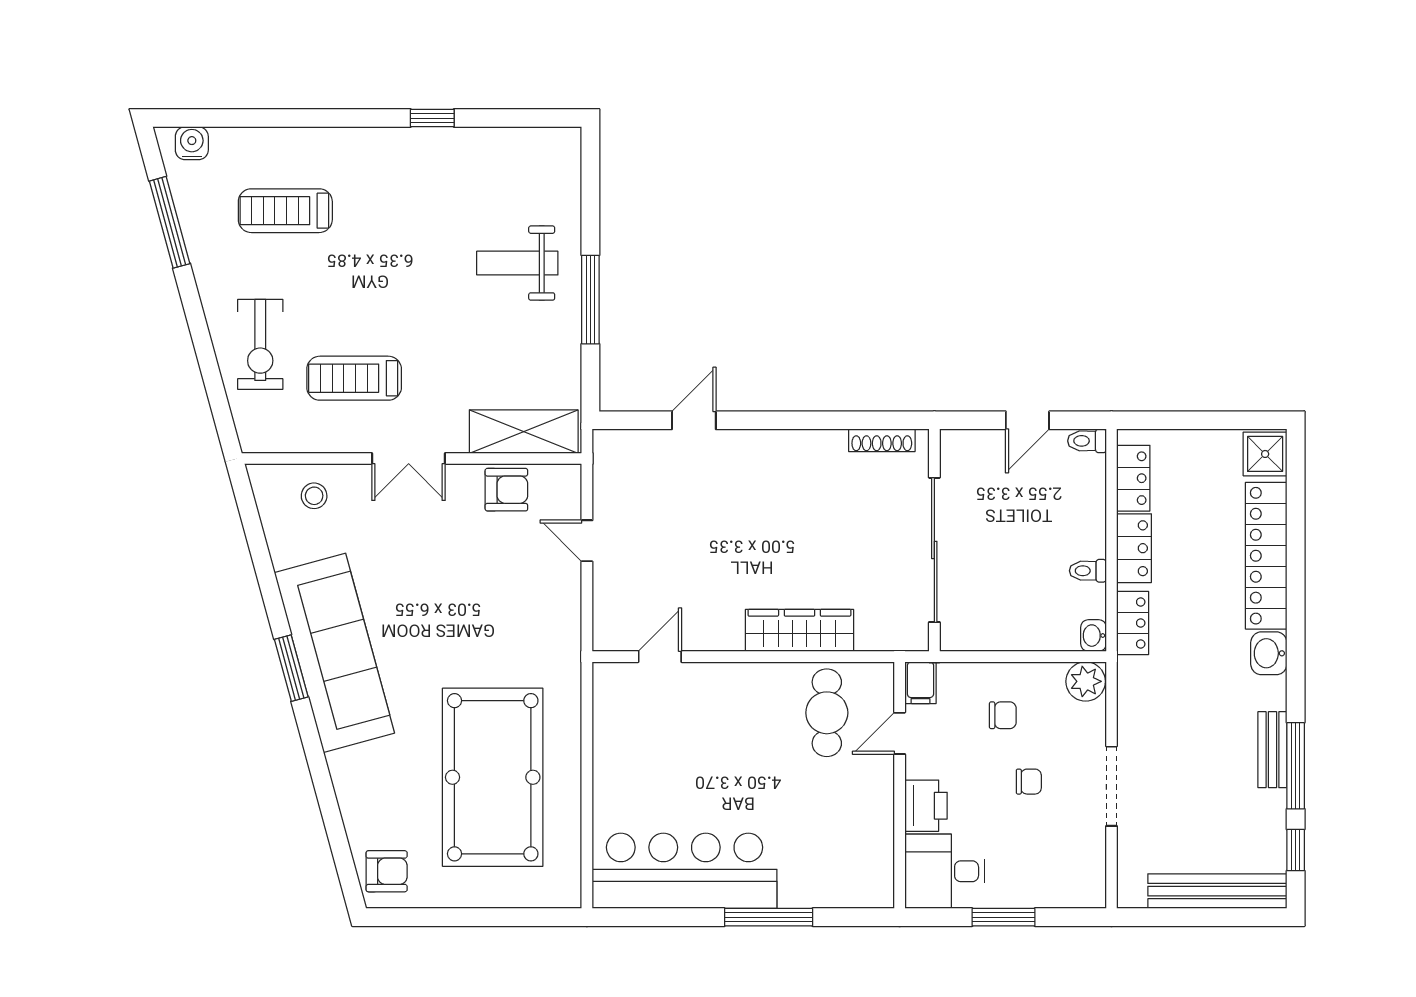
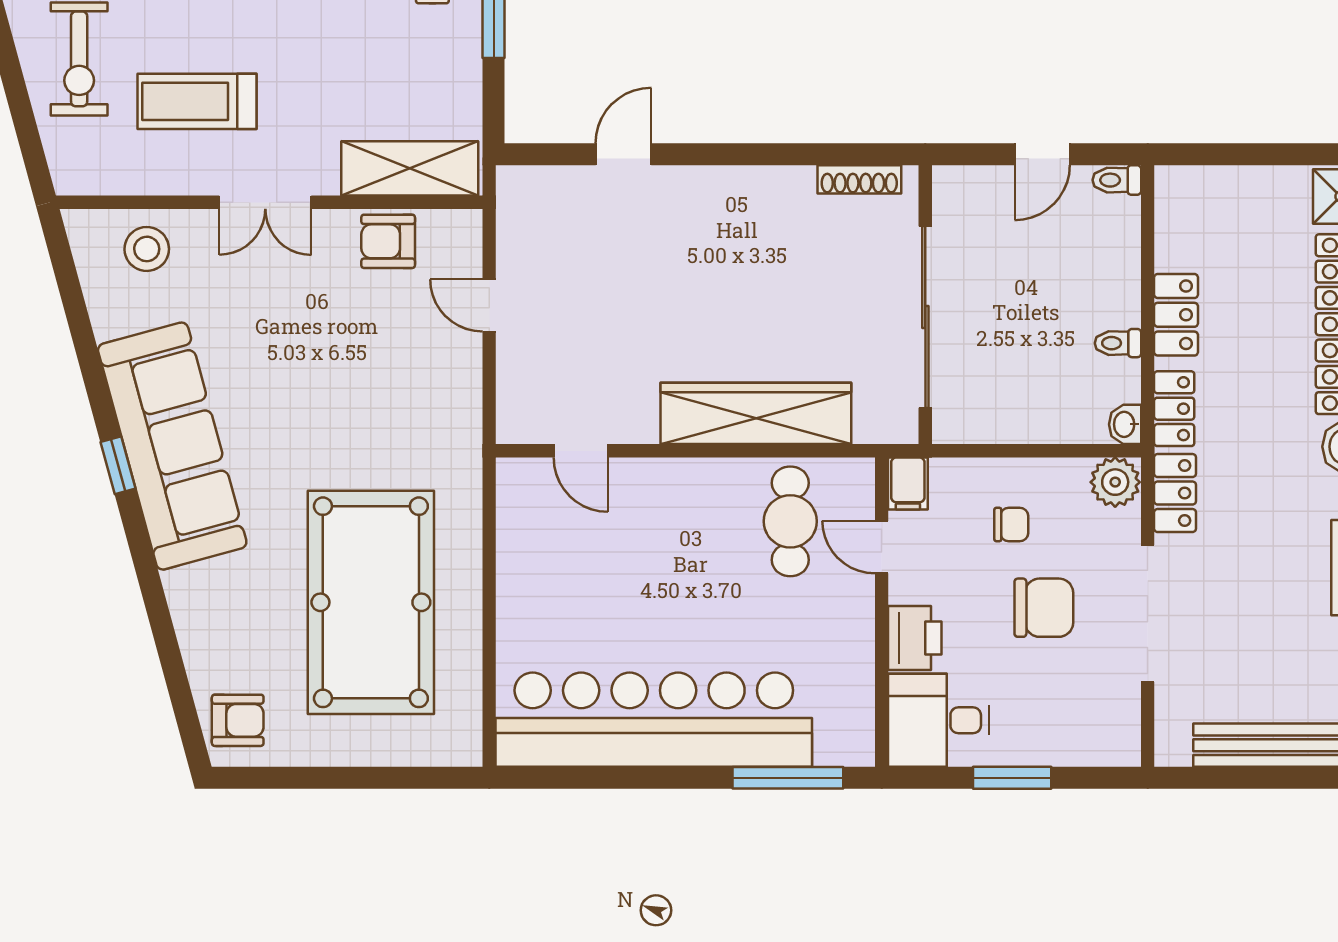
locker: (1133, 478) -> (1175, 493), moved
armchair: (506, 490) -> (388, 241), turned 180
stool: (314, 496) -> (147, 249), width x1.37, depth x1.37
wardrobe: (799, 630) -> (756, 413), width x1.40, depth x1.17
door: (660, 657) -> (581, 451), swing flipped
window: (291, 668) -> (118, 465), width x0.67
door: (900, 733) -> (882, 547), hinge flipped
chair: (1029, 782) -> (1044, 608), width x1.87, depth x1.87
doorway: (1112, 786) -> (1148, 613), width x1.36
bar counter: (685, 871) -> (654, 720), width x1.36
window: (769, 917) -> (788, 778), moved

